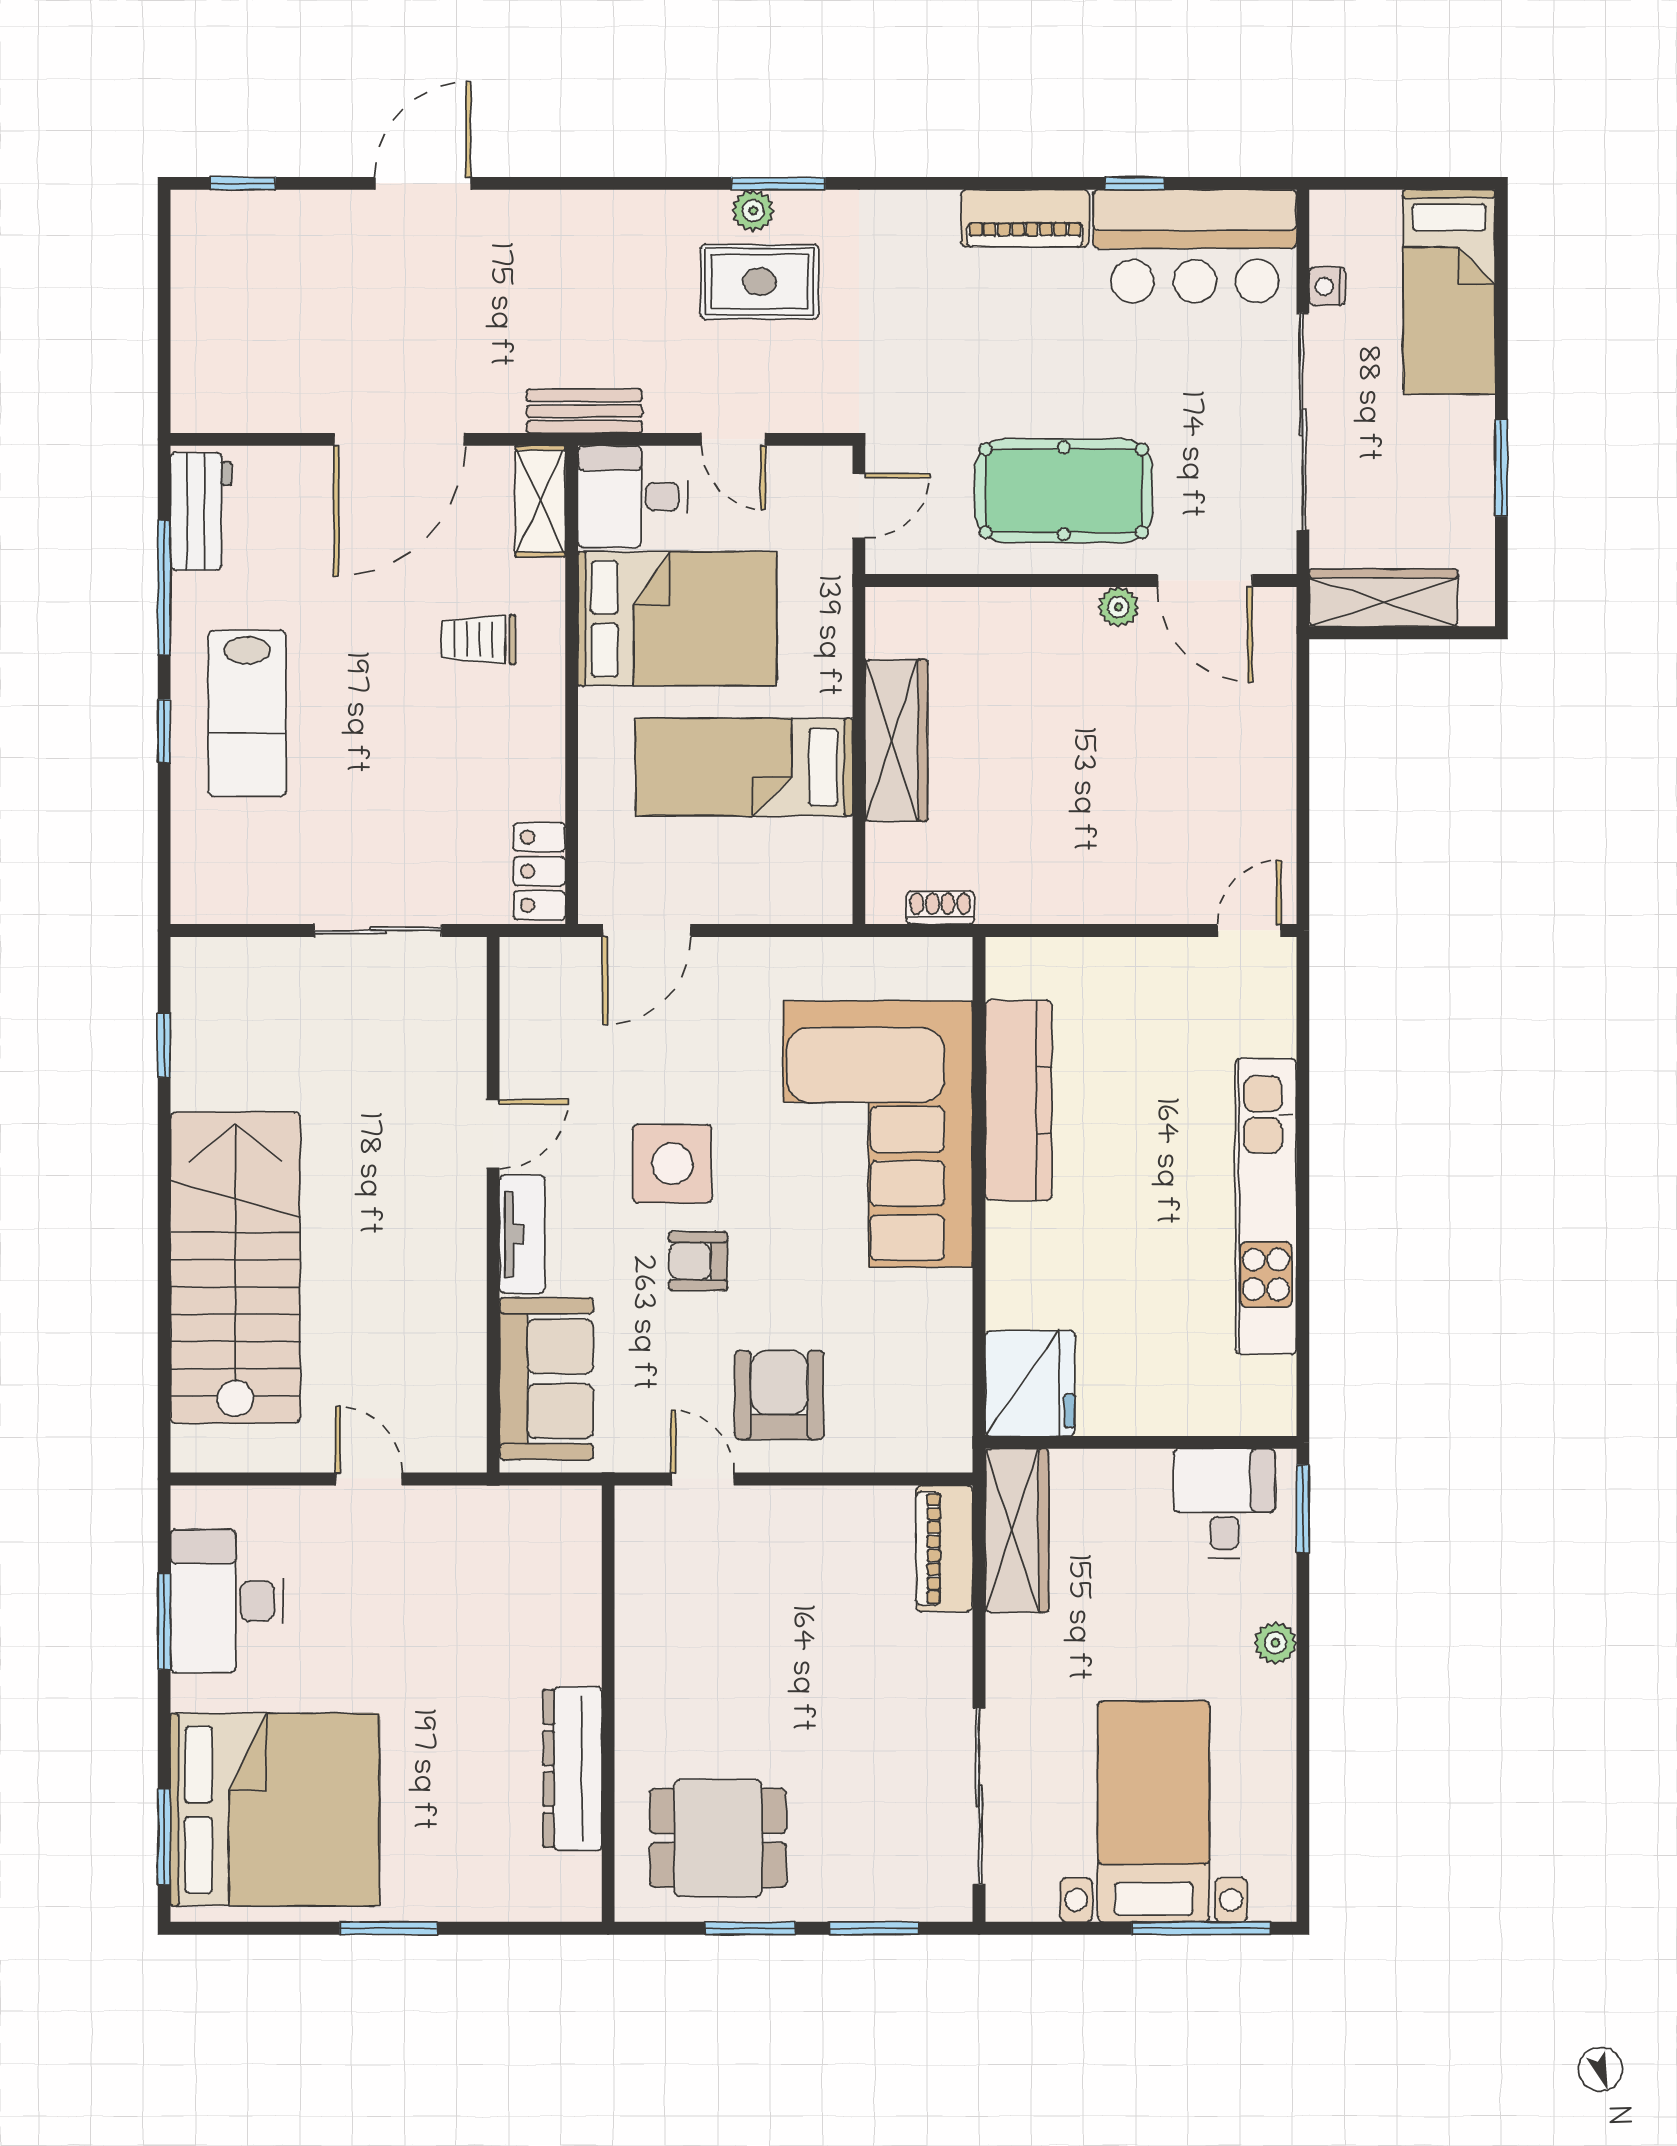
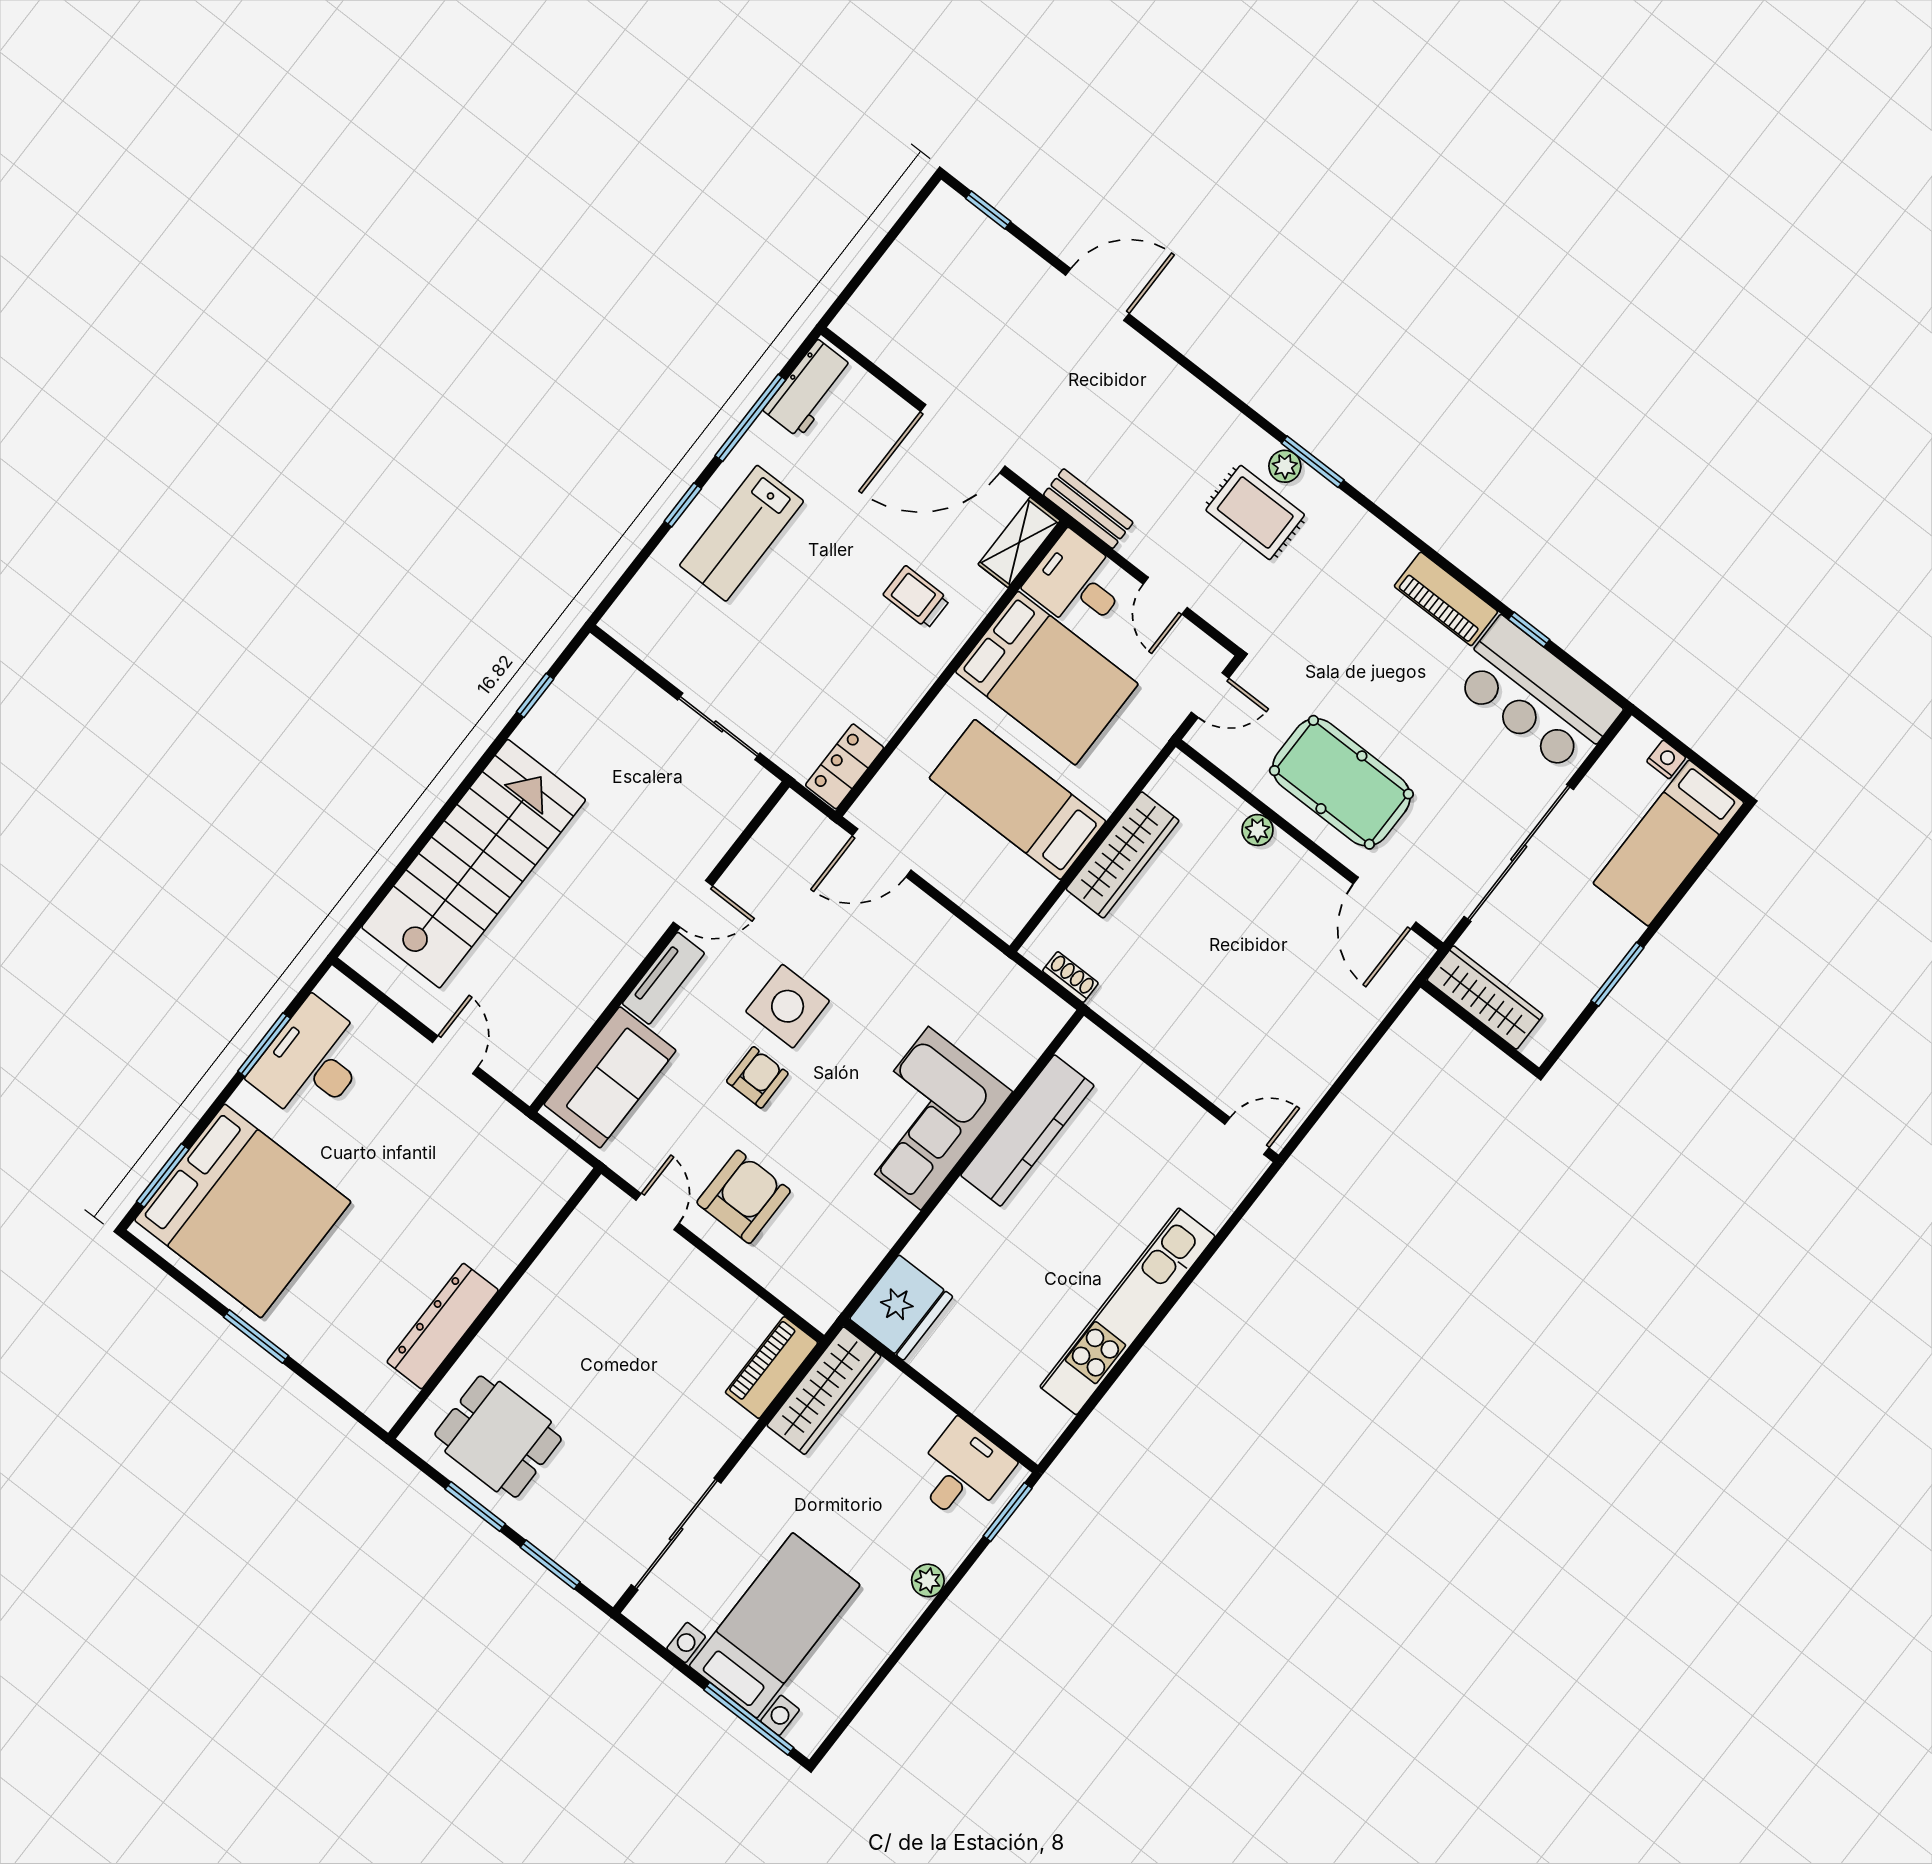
nightstand: (1327, 286) -> (1666, 759), moved, turned 90
plant: (1118, 607) -> (1258, 830), moved
corner sofa: (878, 1134) -> (925, 1118), width x0.73, depth x0.74
armchair: (698, 1261) -> (757, 1077), turned 90

